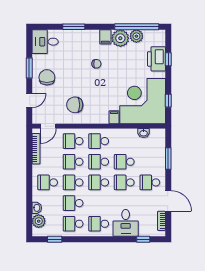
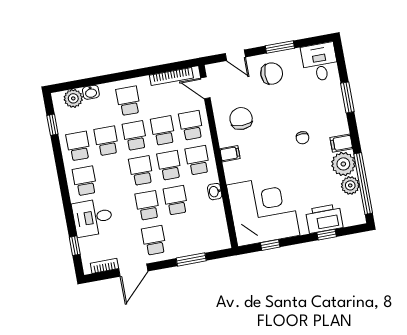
filing cabinet: (114, 117) -> (230, 154), moved
washbasin: (144, 133) -> (215, 192), moved

